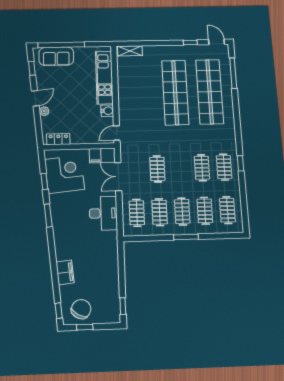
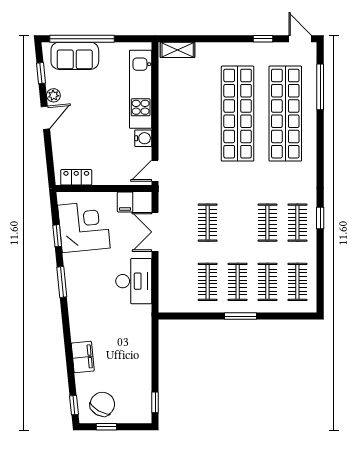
plant: (44, 111) -> (53, 95), moved
clothes rail: (137, 213) -> (178, 282), removed

